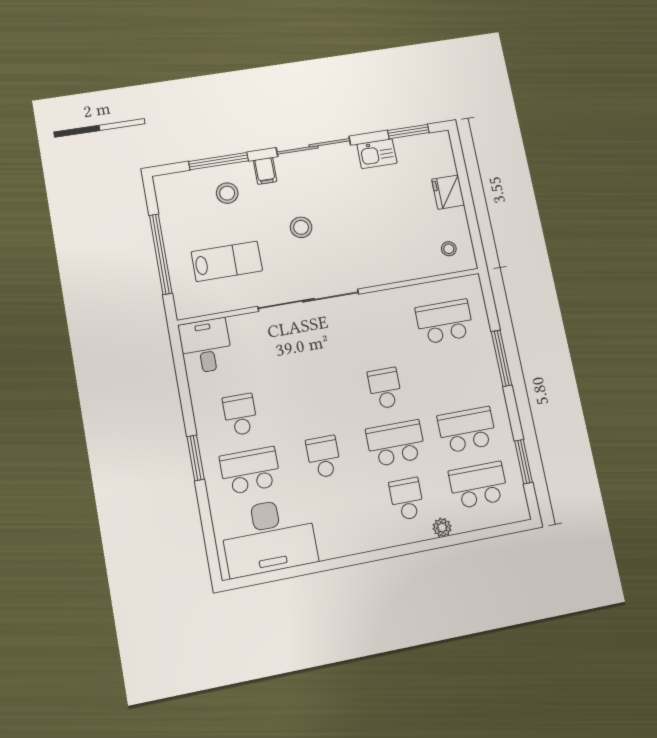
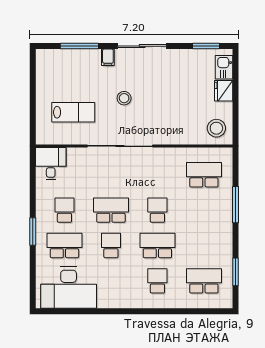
kitchen sink: (377, 154) -> (224, 67), moved, turned 90
stool: (227, 193) -> (81, 68), removed
stool: (449, 249) -> (216, 128), width x1.89, depth x1.89
window: (161, 254) -> (33, 101), removed
school desk: (467, 430) -> (111, 210), moved
plant: (442, 527) -> (176, 302), removed

